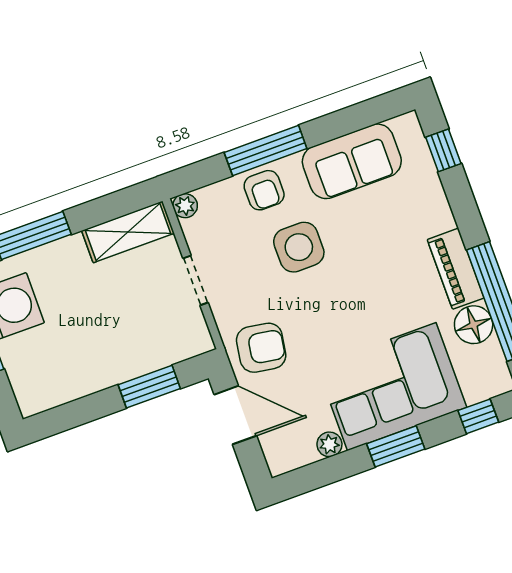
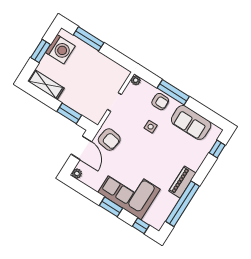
armchair: (264, 190) -> (160, 102), turned -90
shelving: (128, 232) -> (46, 85), moved
side table: (299, 247) -> (151, 127), width x0.54, depth x0.54
floor lamp: (474, 325) -> (169, 202), removed
plant: (329, 444) -> (77, 174), moved

